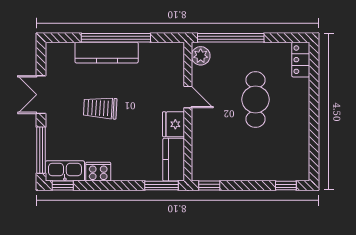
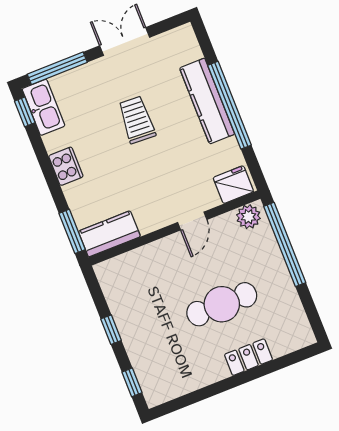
locker: (301, 60) -> (248, 357), moved
fridge: (174, 124) -> (233, 185), moved
cooker: (98, 172) -> (66, 166), moved
window: (209, 186) -> (111, 330), moved

